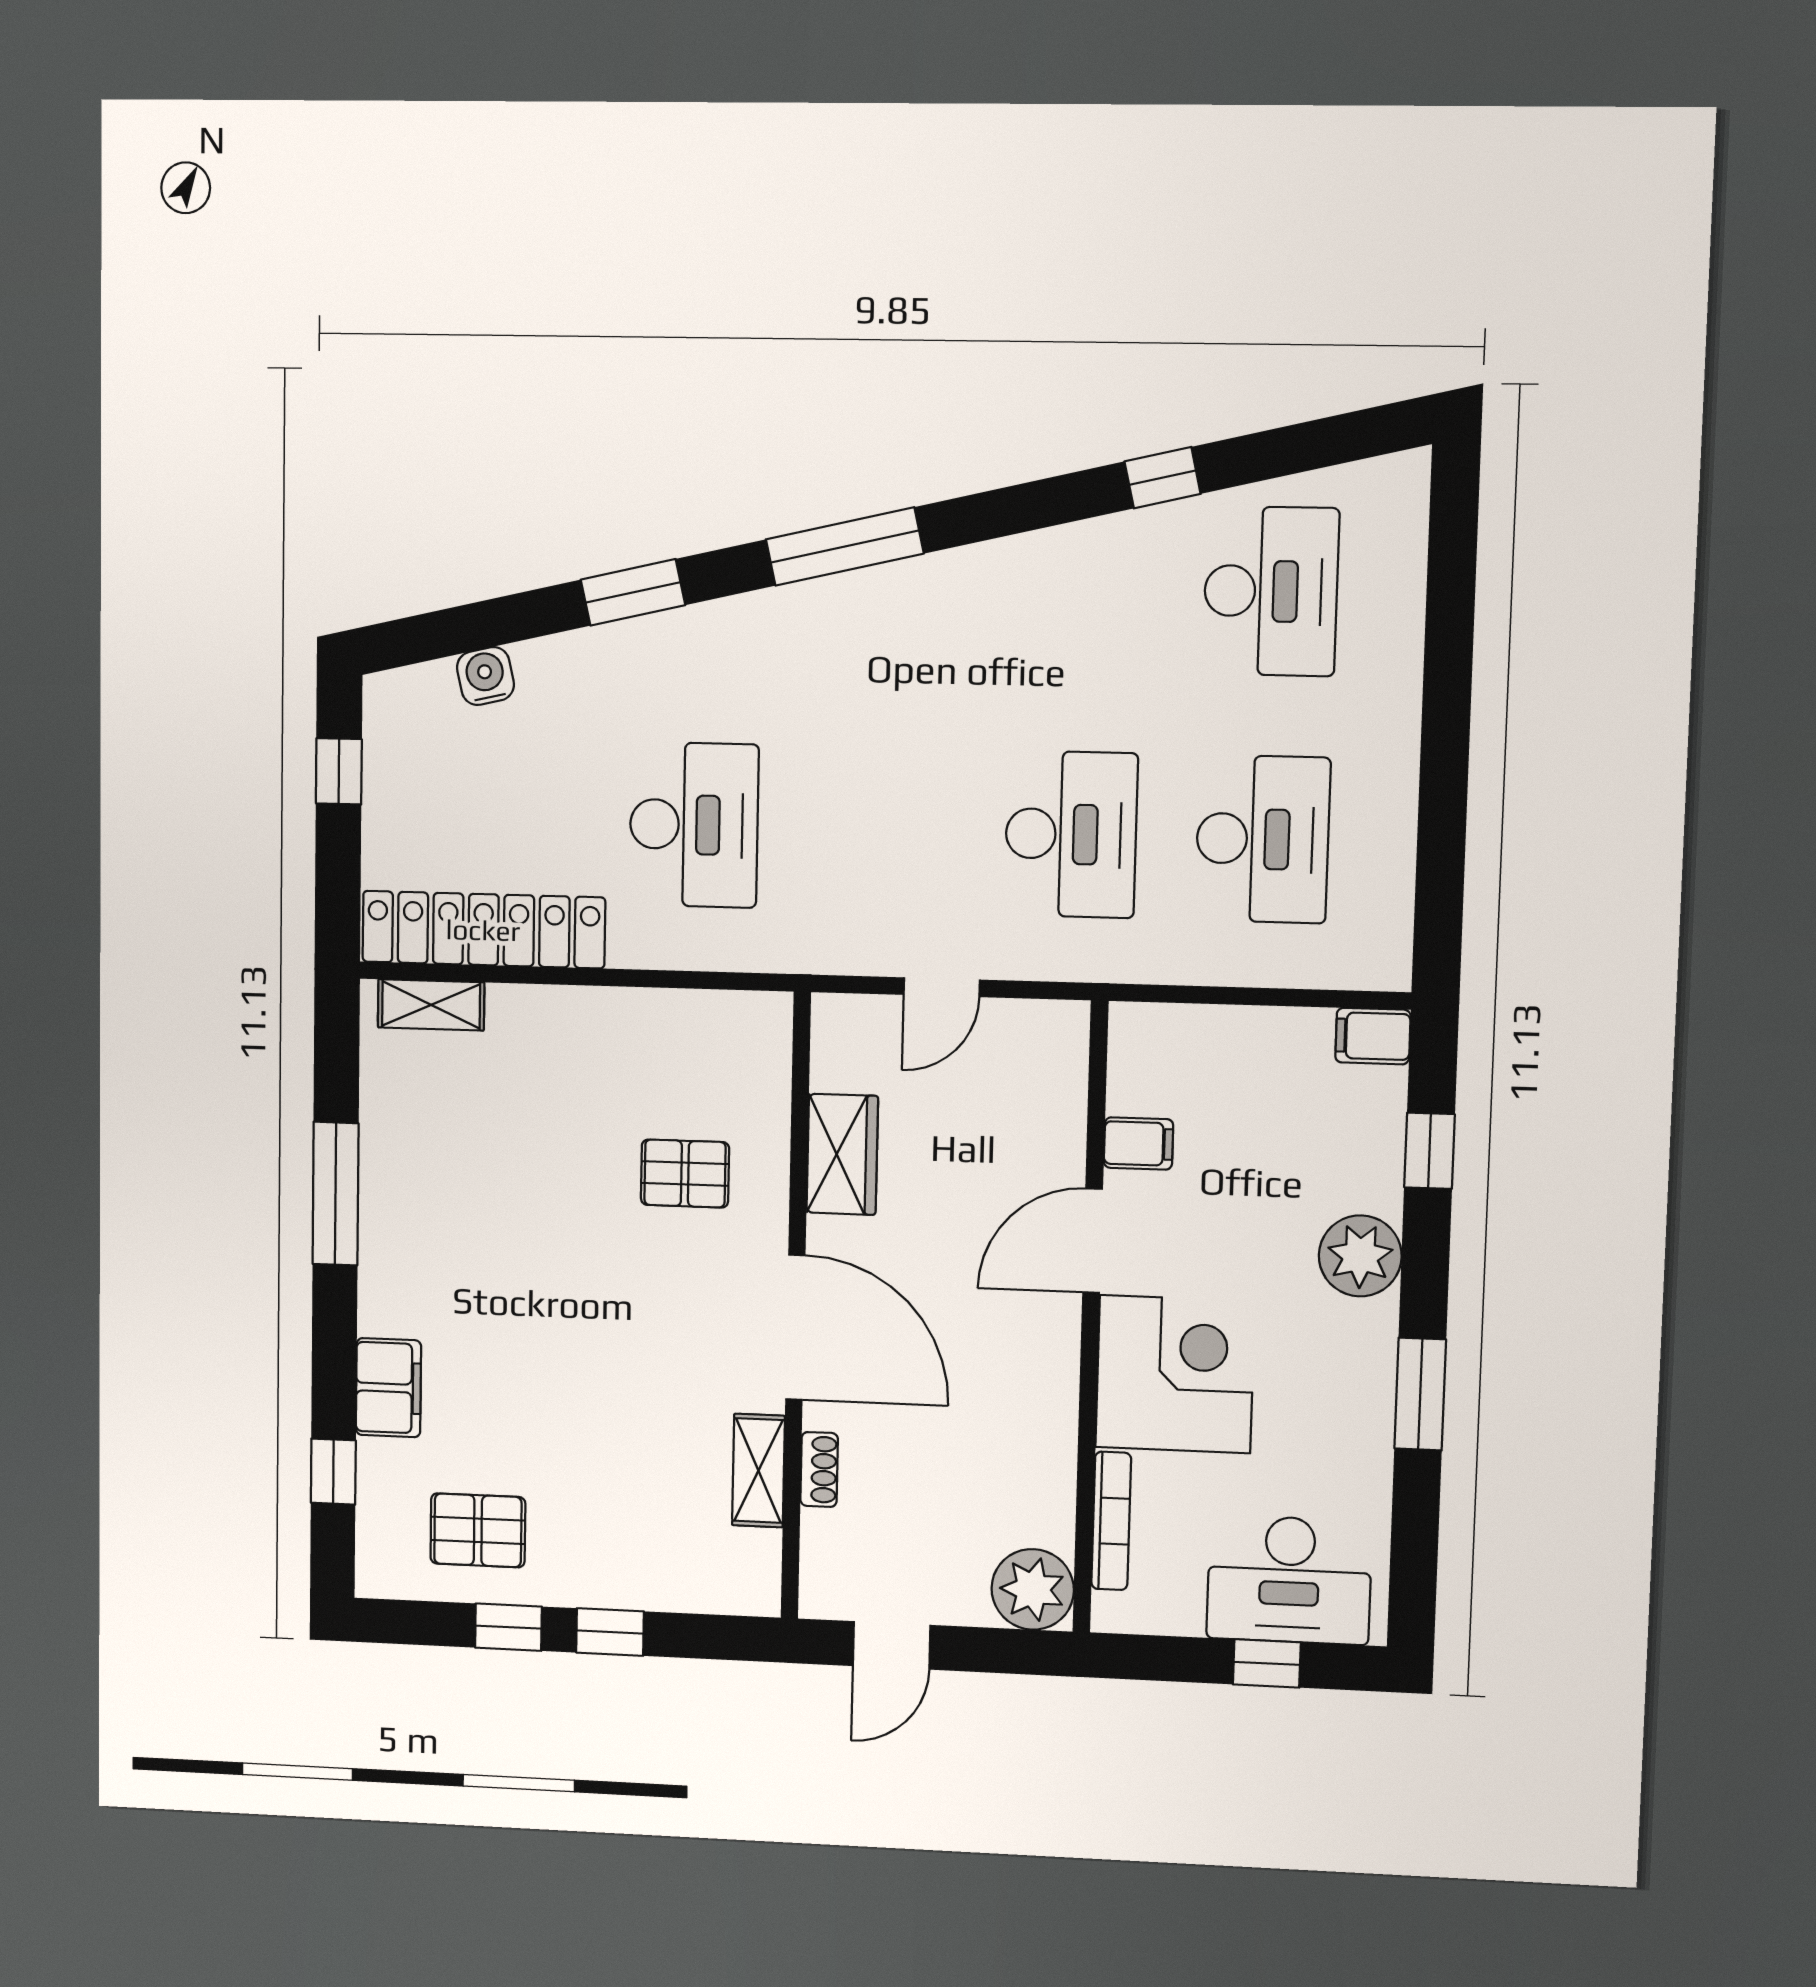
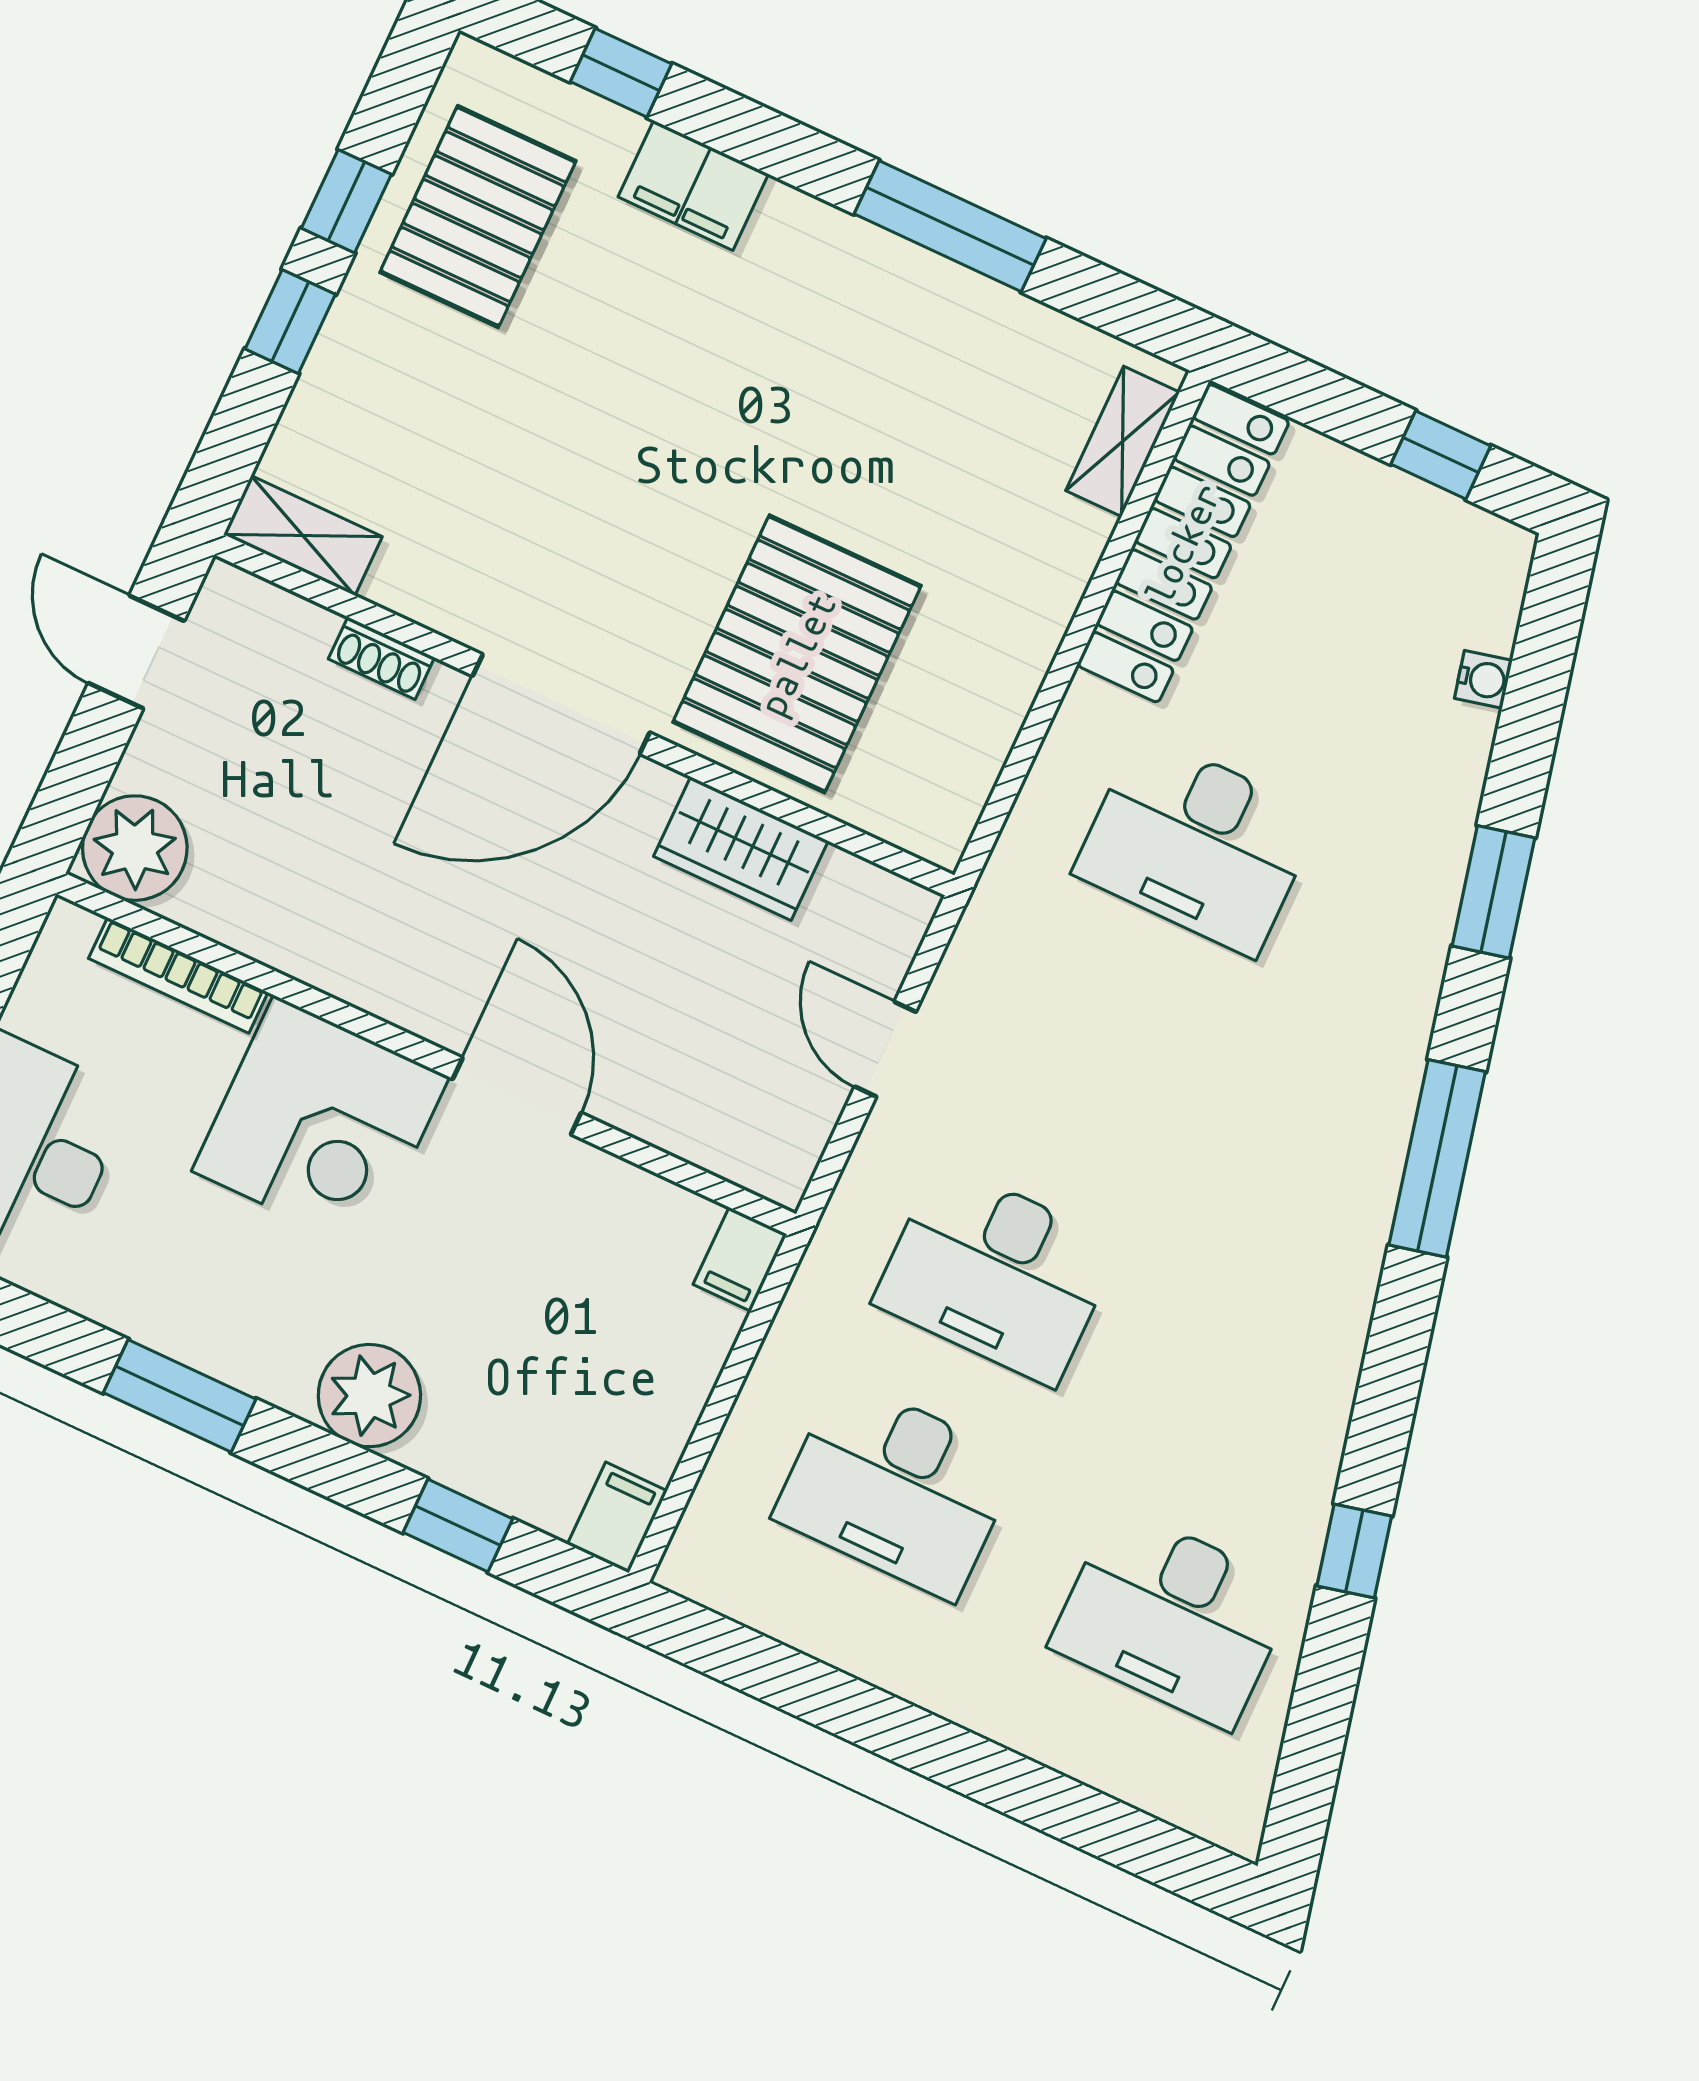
water cooler: (485, 676) -> (1483, 679), width x0.72, depth x0.72
filing cabinet: (1138, 1143) -> (740, 1259), moved
pallet: (685, 1174) -> (797, 654), width x2.05, depth x2.00
shelving: (758, 1471) -> (303, 536), moved
pallet: (478, 1530) -> (478, 217), width x1.50, depth x1.42

